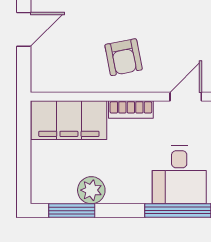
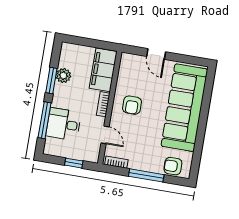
armchair: (124, 57) -> (132, 105), turned -79
window: (72, 211) -> (51, 81), moved

